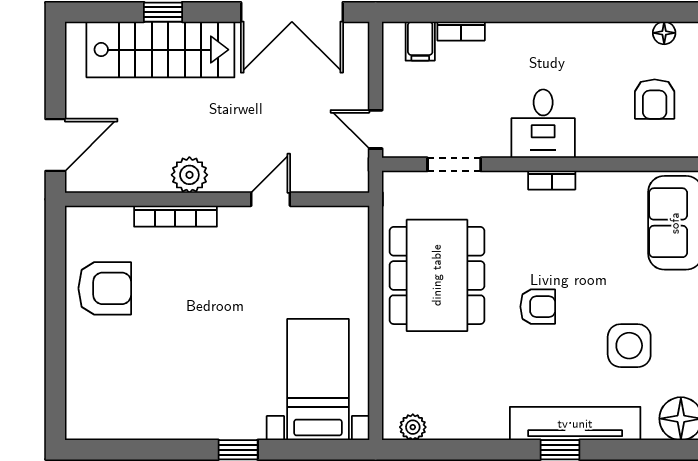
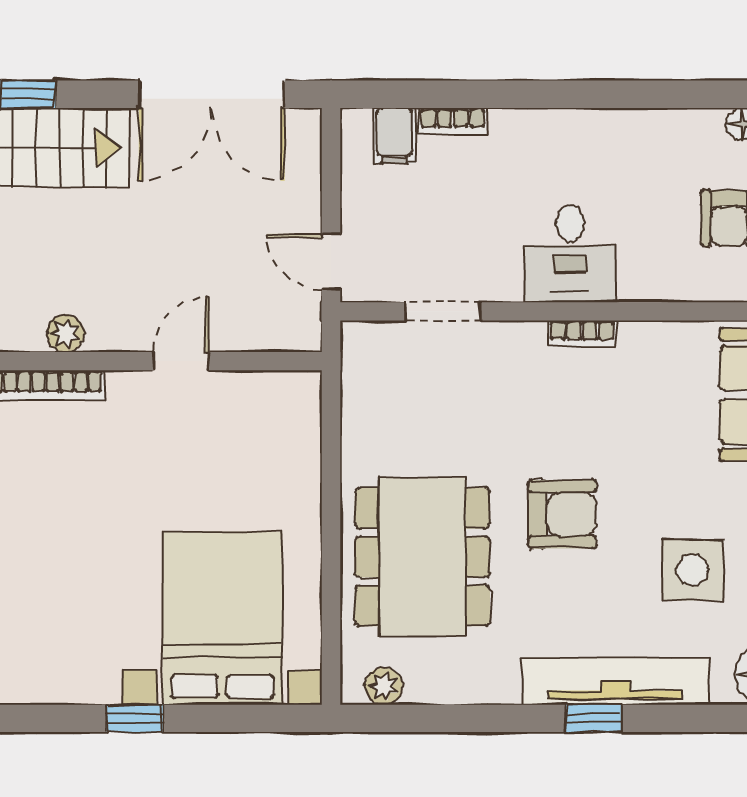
plant: (189, 175) -> (66, 333), width x0.73, depth x0.73
dining table: (437, 275) -> (422, 557), moved
armchair: (538, 307) -> (562, 514), width x1.38, depth x1.38
bed with nightstands: (318, 380) -> (222, 618), width x1.36

